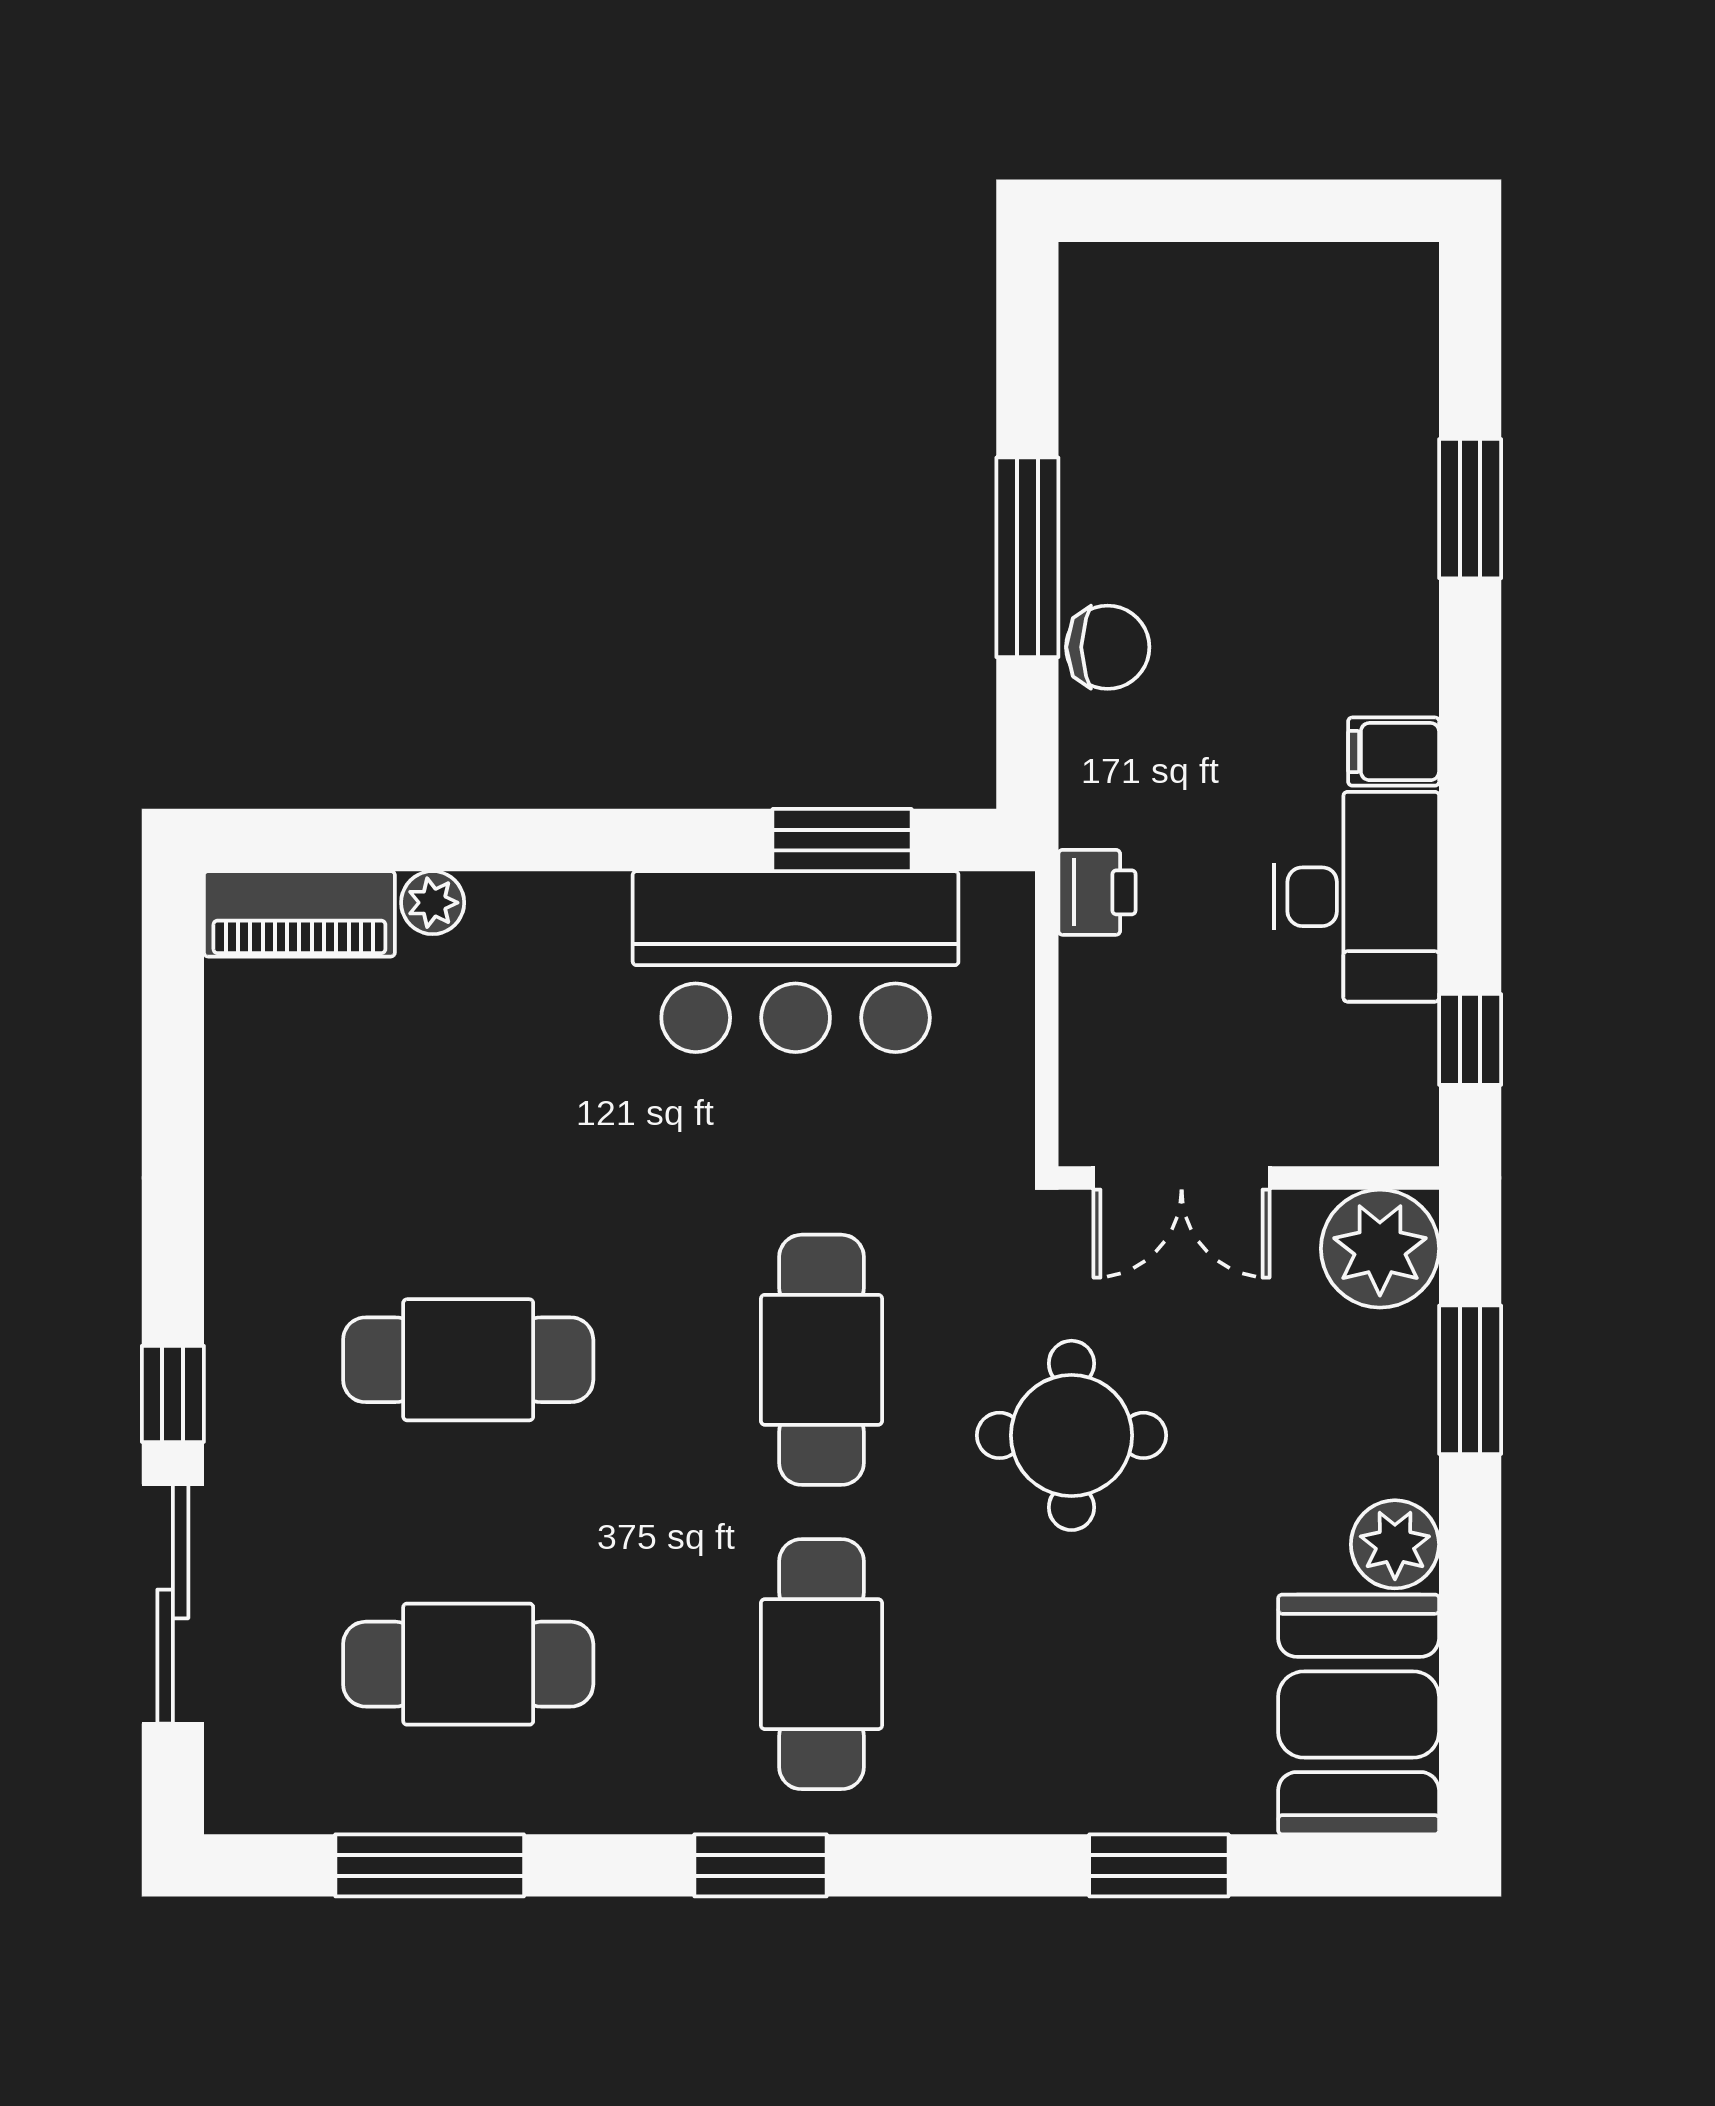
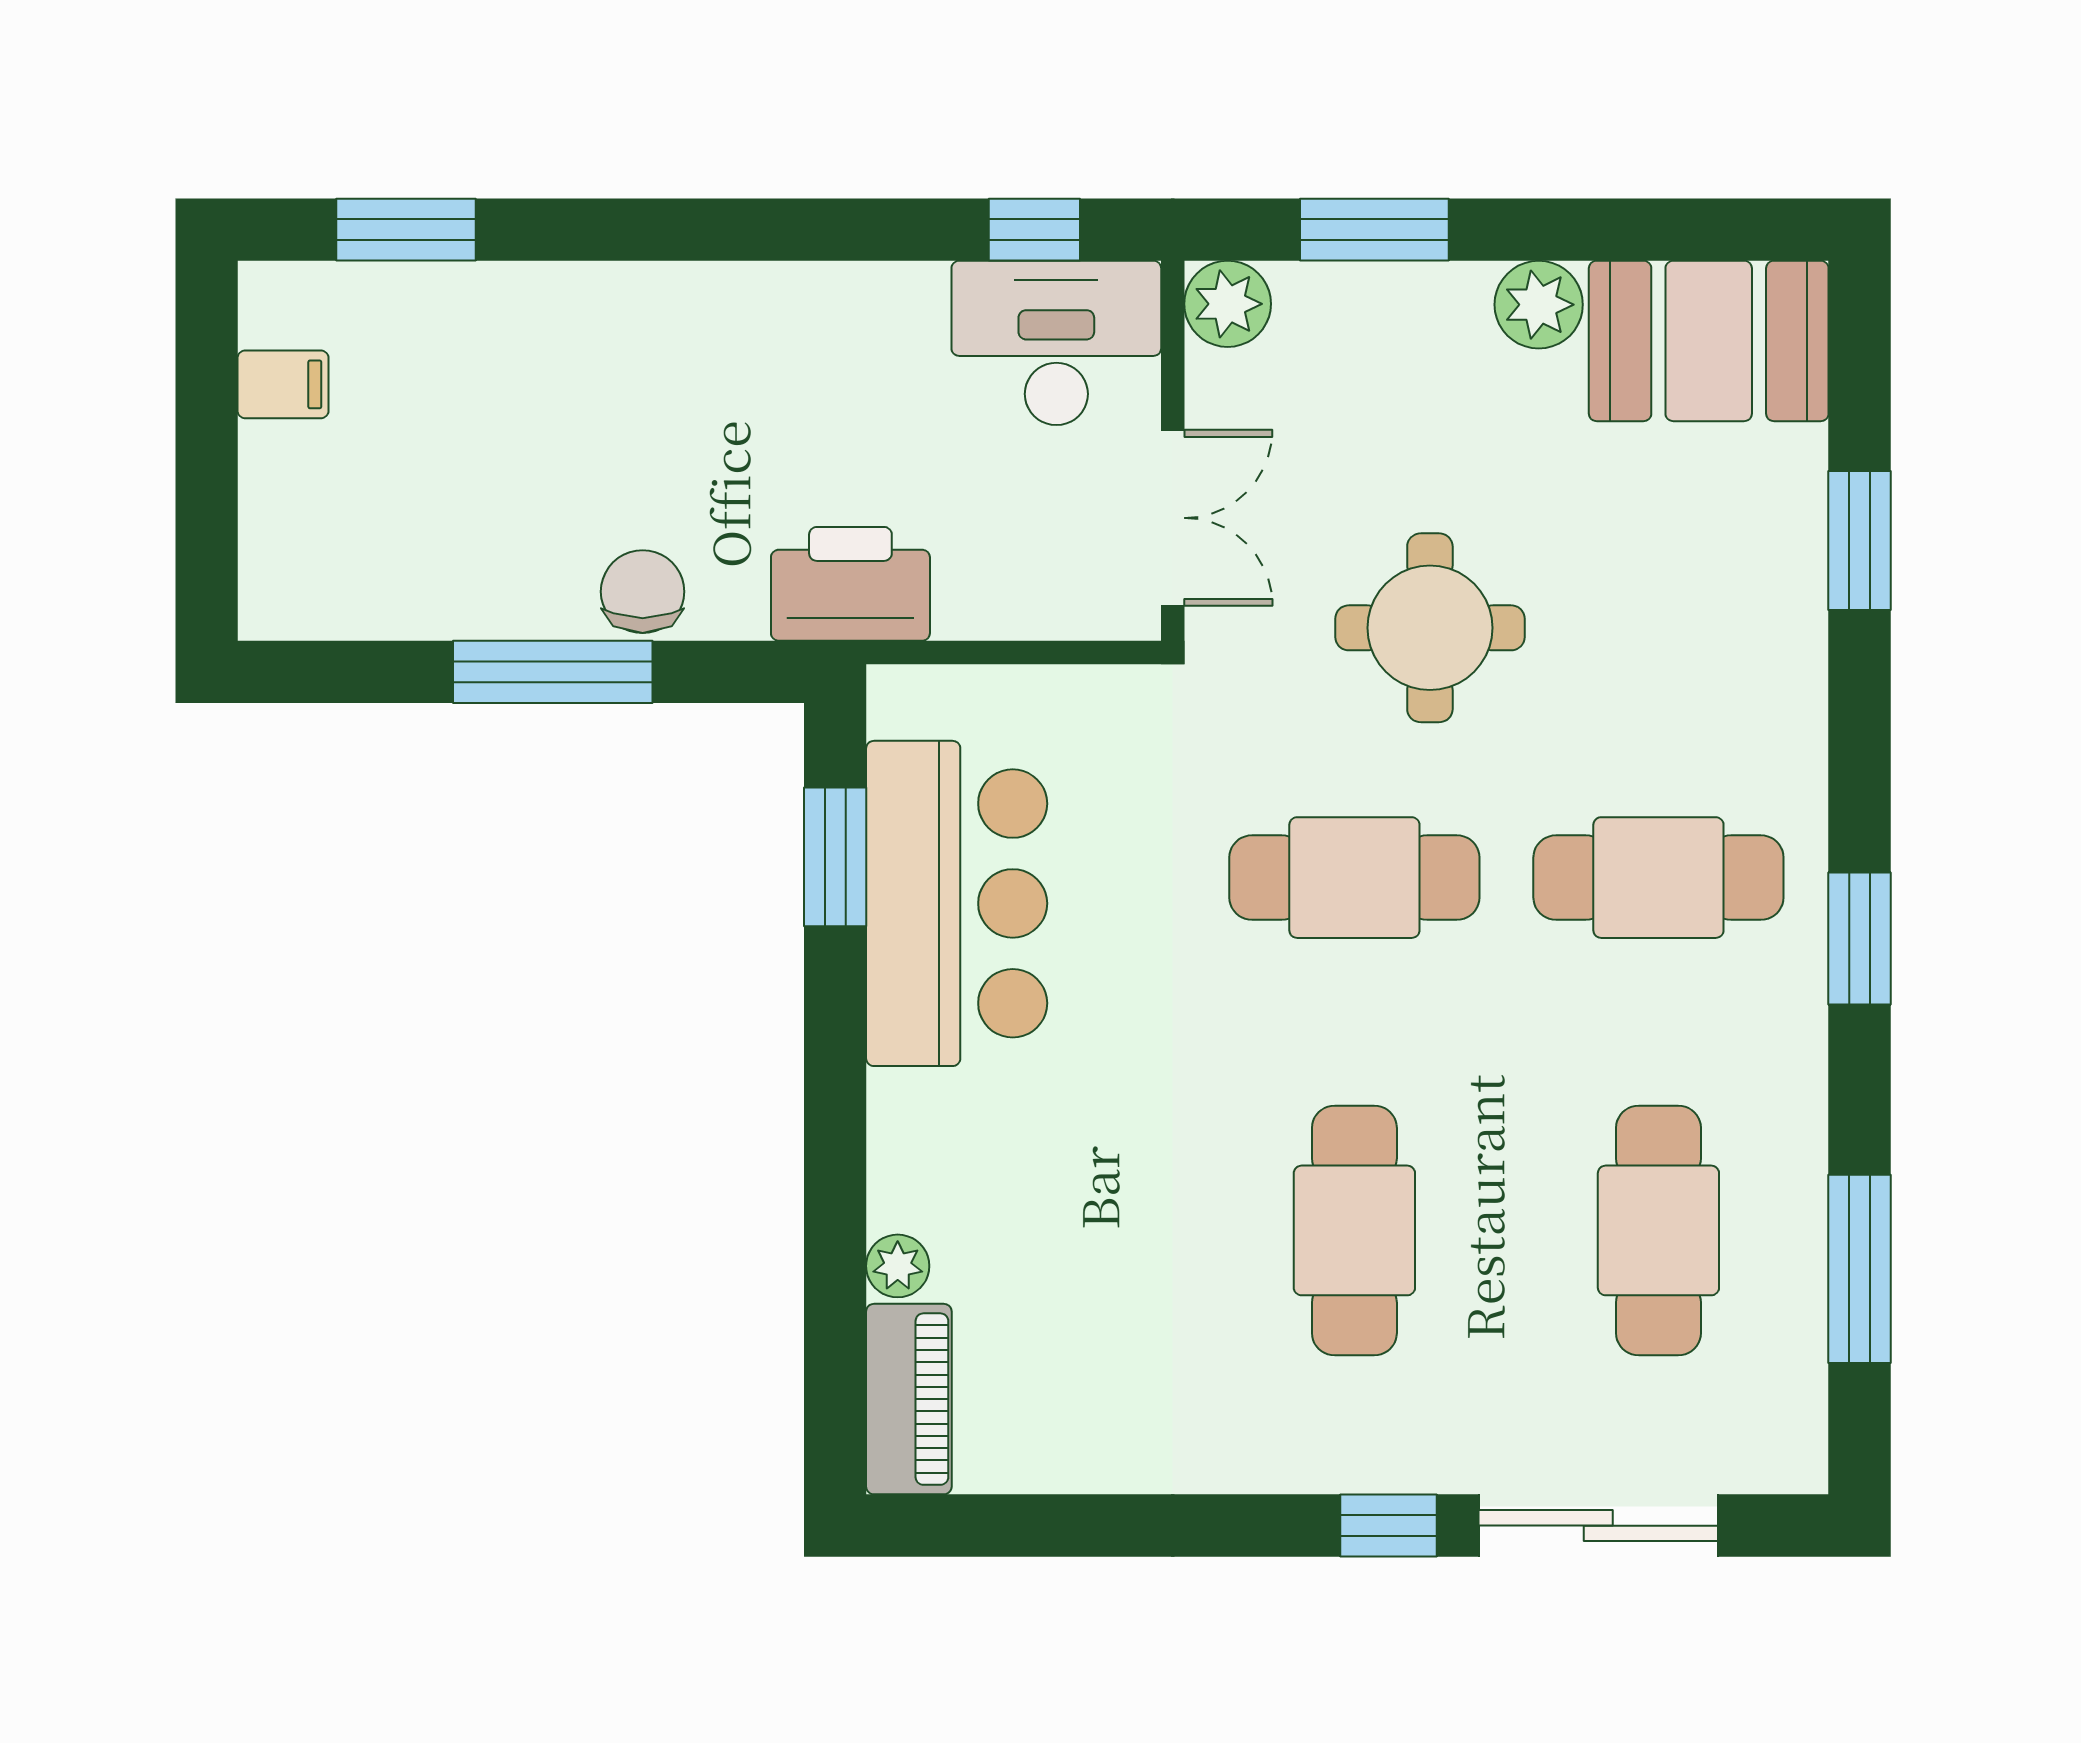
window: (1470, 509) -> (406, 230), moved
filing cabinet: (1394, 752) -> (283, 384), moved, turned -90
printer: (1097, 892) -> (850, 584), width x1.87, depth x1.48
desk: (1357, 897) -> (1056, 343), moved
plant: (1380, 1249) -> (1228, 304), width x0.73, depth x0.73

